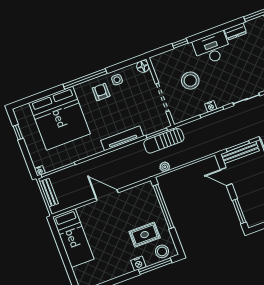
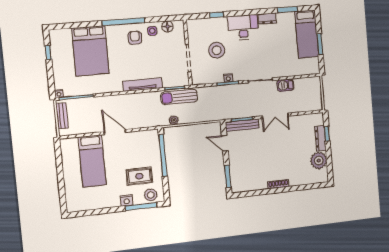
floor lamp: (143, 66) -> (167, 26), moved
bed: (60, 118) -> (90, 51), width x0.73
bed: (73, 238) -> (92, 161), moved

